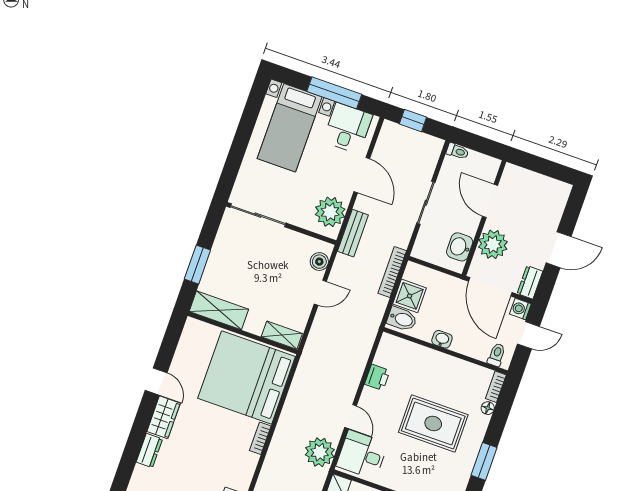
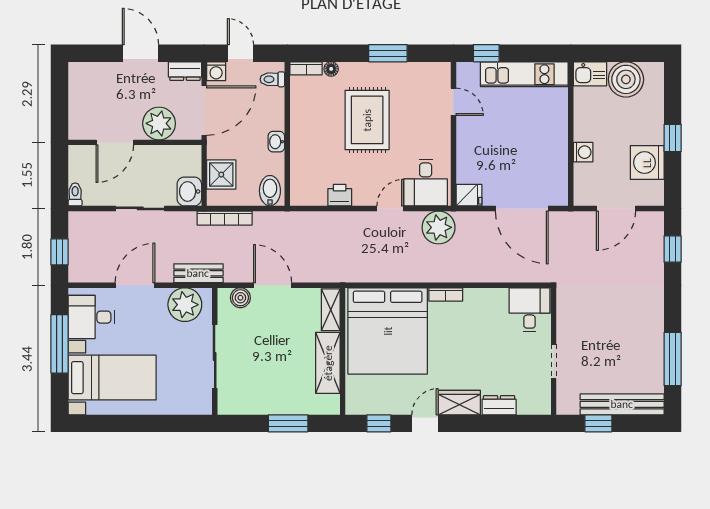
sliding door: (258, 215) -> (215, 357), moved
washbasin: (460, 247) -> (189, 191), moved, turned 90
door: (320, 293) -> (273, 285), width x1.38
shower: (410, 296) -> (221, 175), moved
shelving: (219, 310) -> (328, 363), moved
window: (170, 342) -> (379, 423), added

